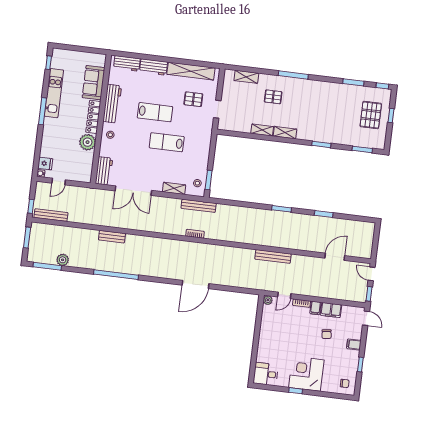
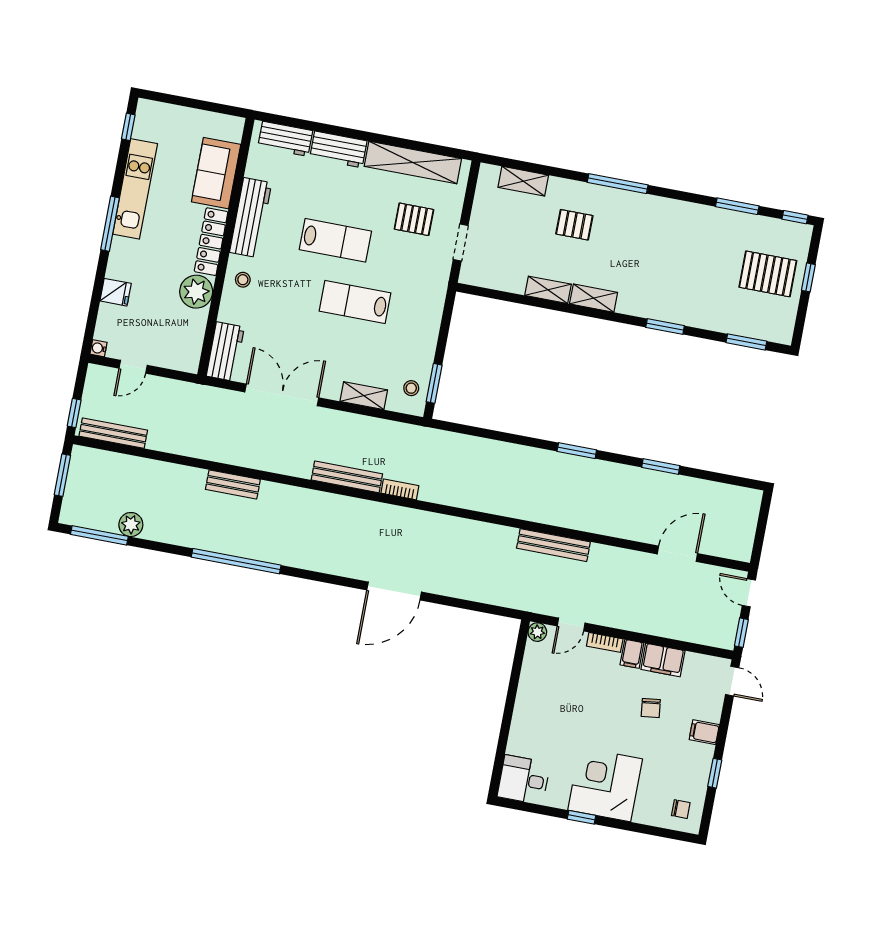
pallet: (371, 115) -> (768, 274), turned 90
fridge: (45, 164) -> (116, 292), moved
double door: (133, 191) -> (282, 395), swing flipped
bench: (199, 206) -> (347, 477), moved

